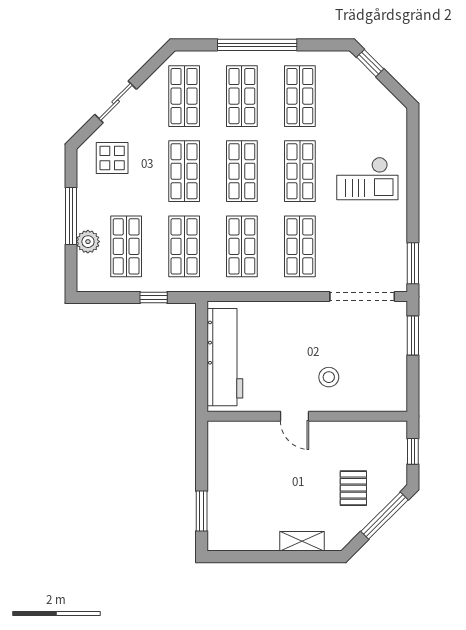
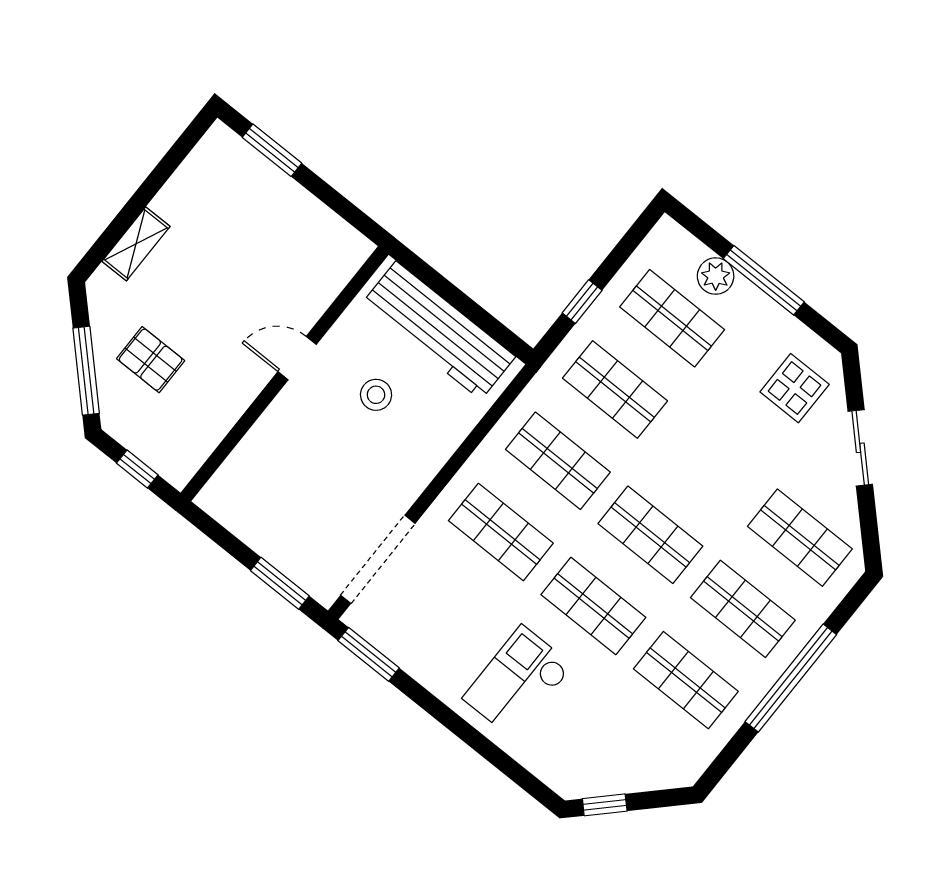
window: (370, 63) -> (605, 805), moved
shop shelf: (184, 171) -> (707, 464), removed
stool: (329, 377) -> (376, 395), moved

